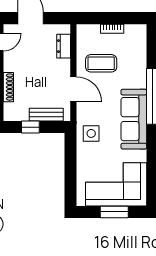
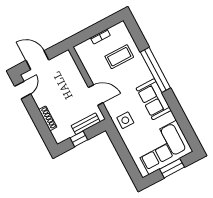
dresser: (64, 46) -> (72, 68), removed
coffee table: (101, 63) -> (119, 57), moved
sofa: (134, 119) -> (154, 99), width x0.73

